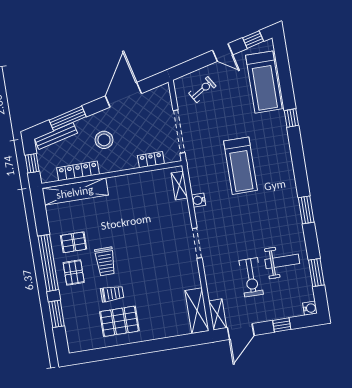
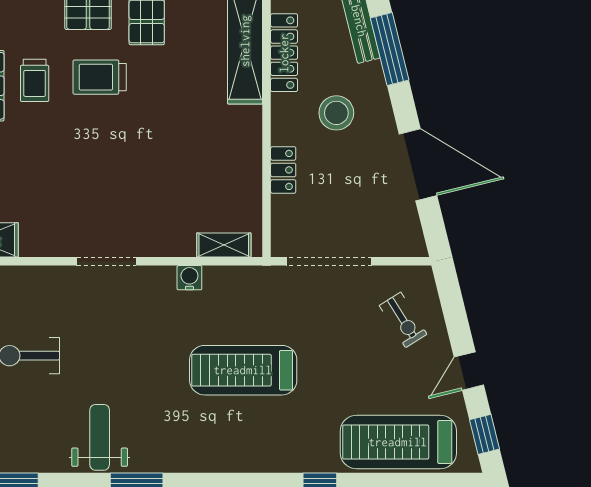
locker: (151, 160) -> (283, 170), moved
weight bench: (282, 261) -> (100, 437), moved, turned 180

